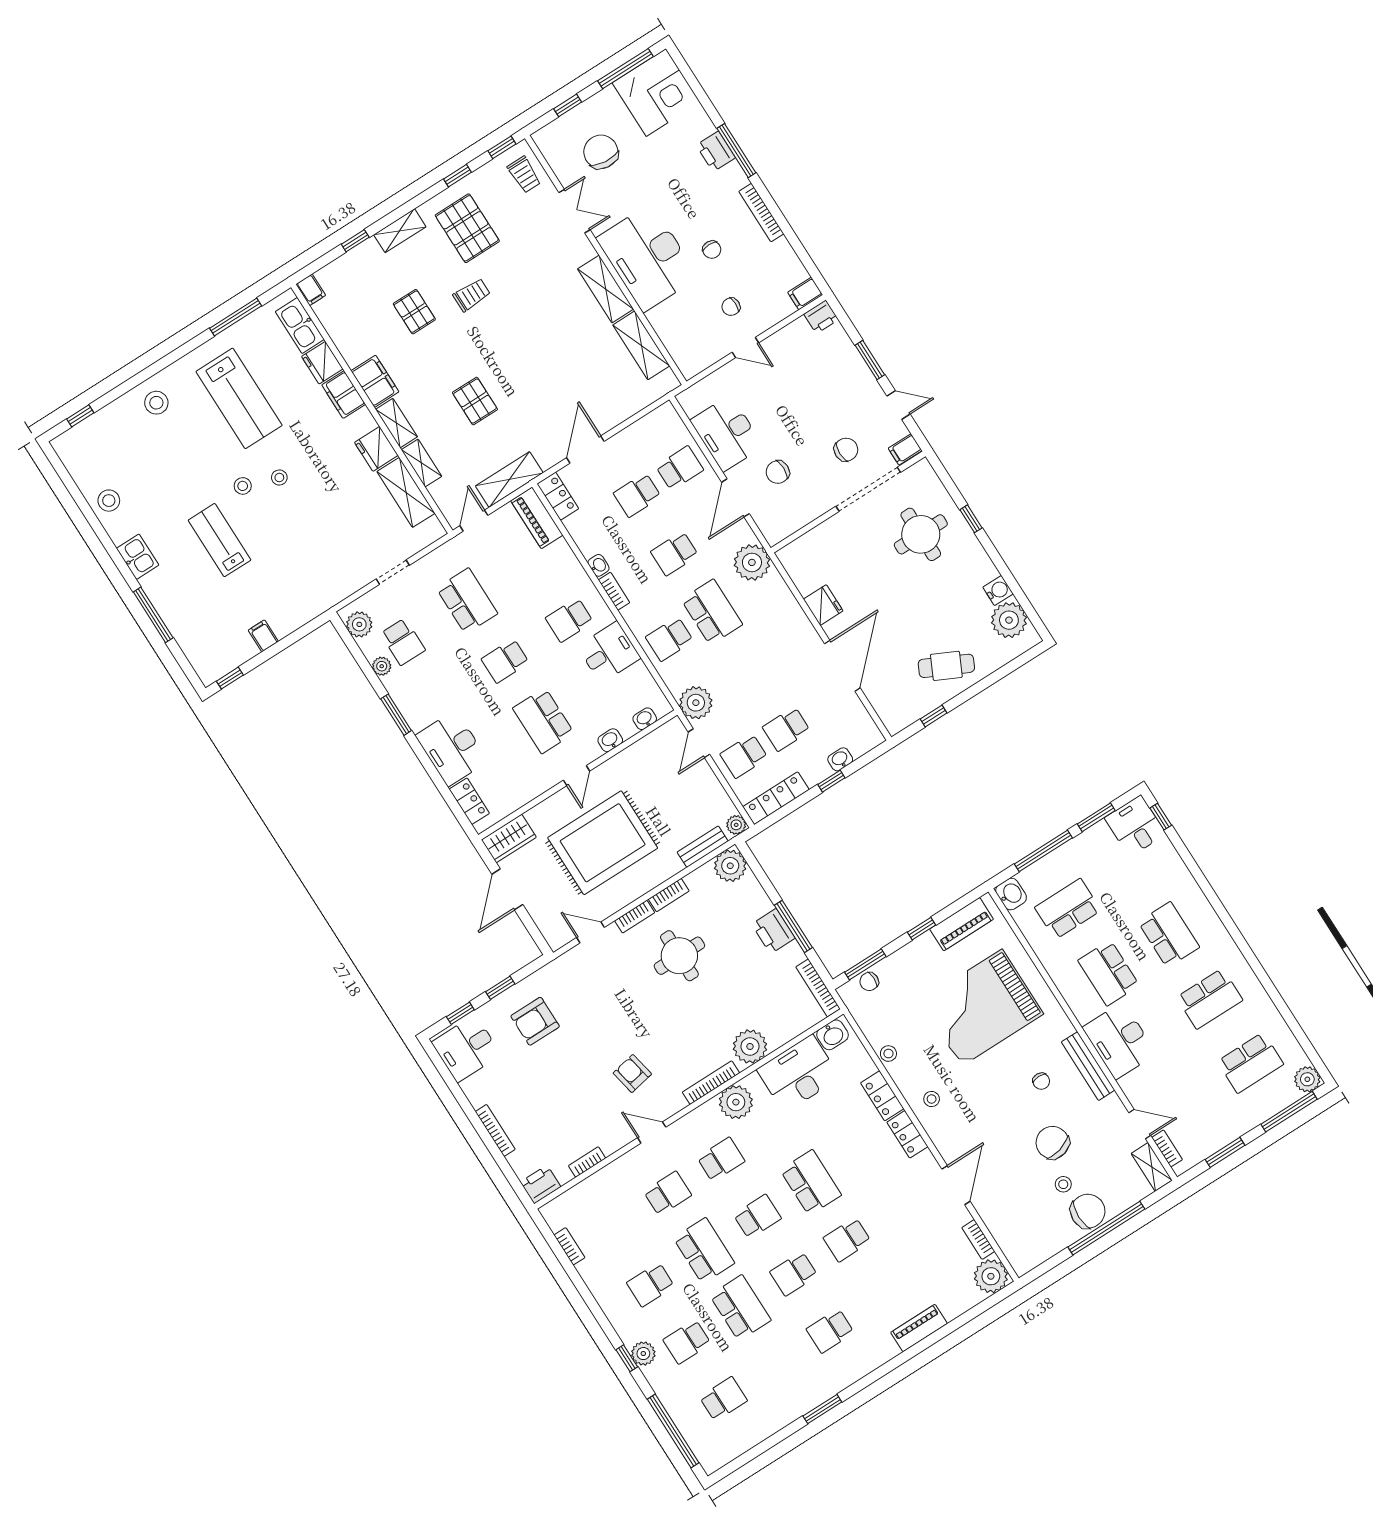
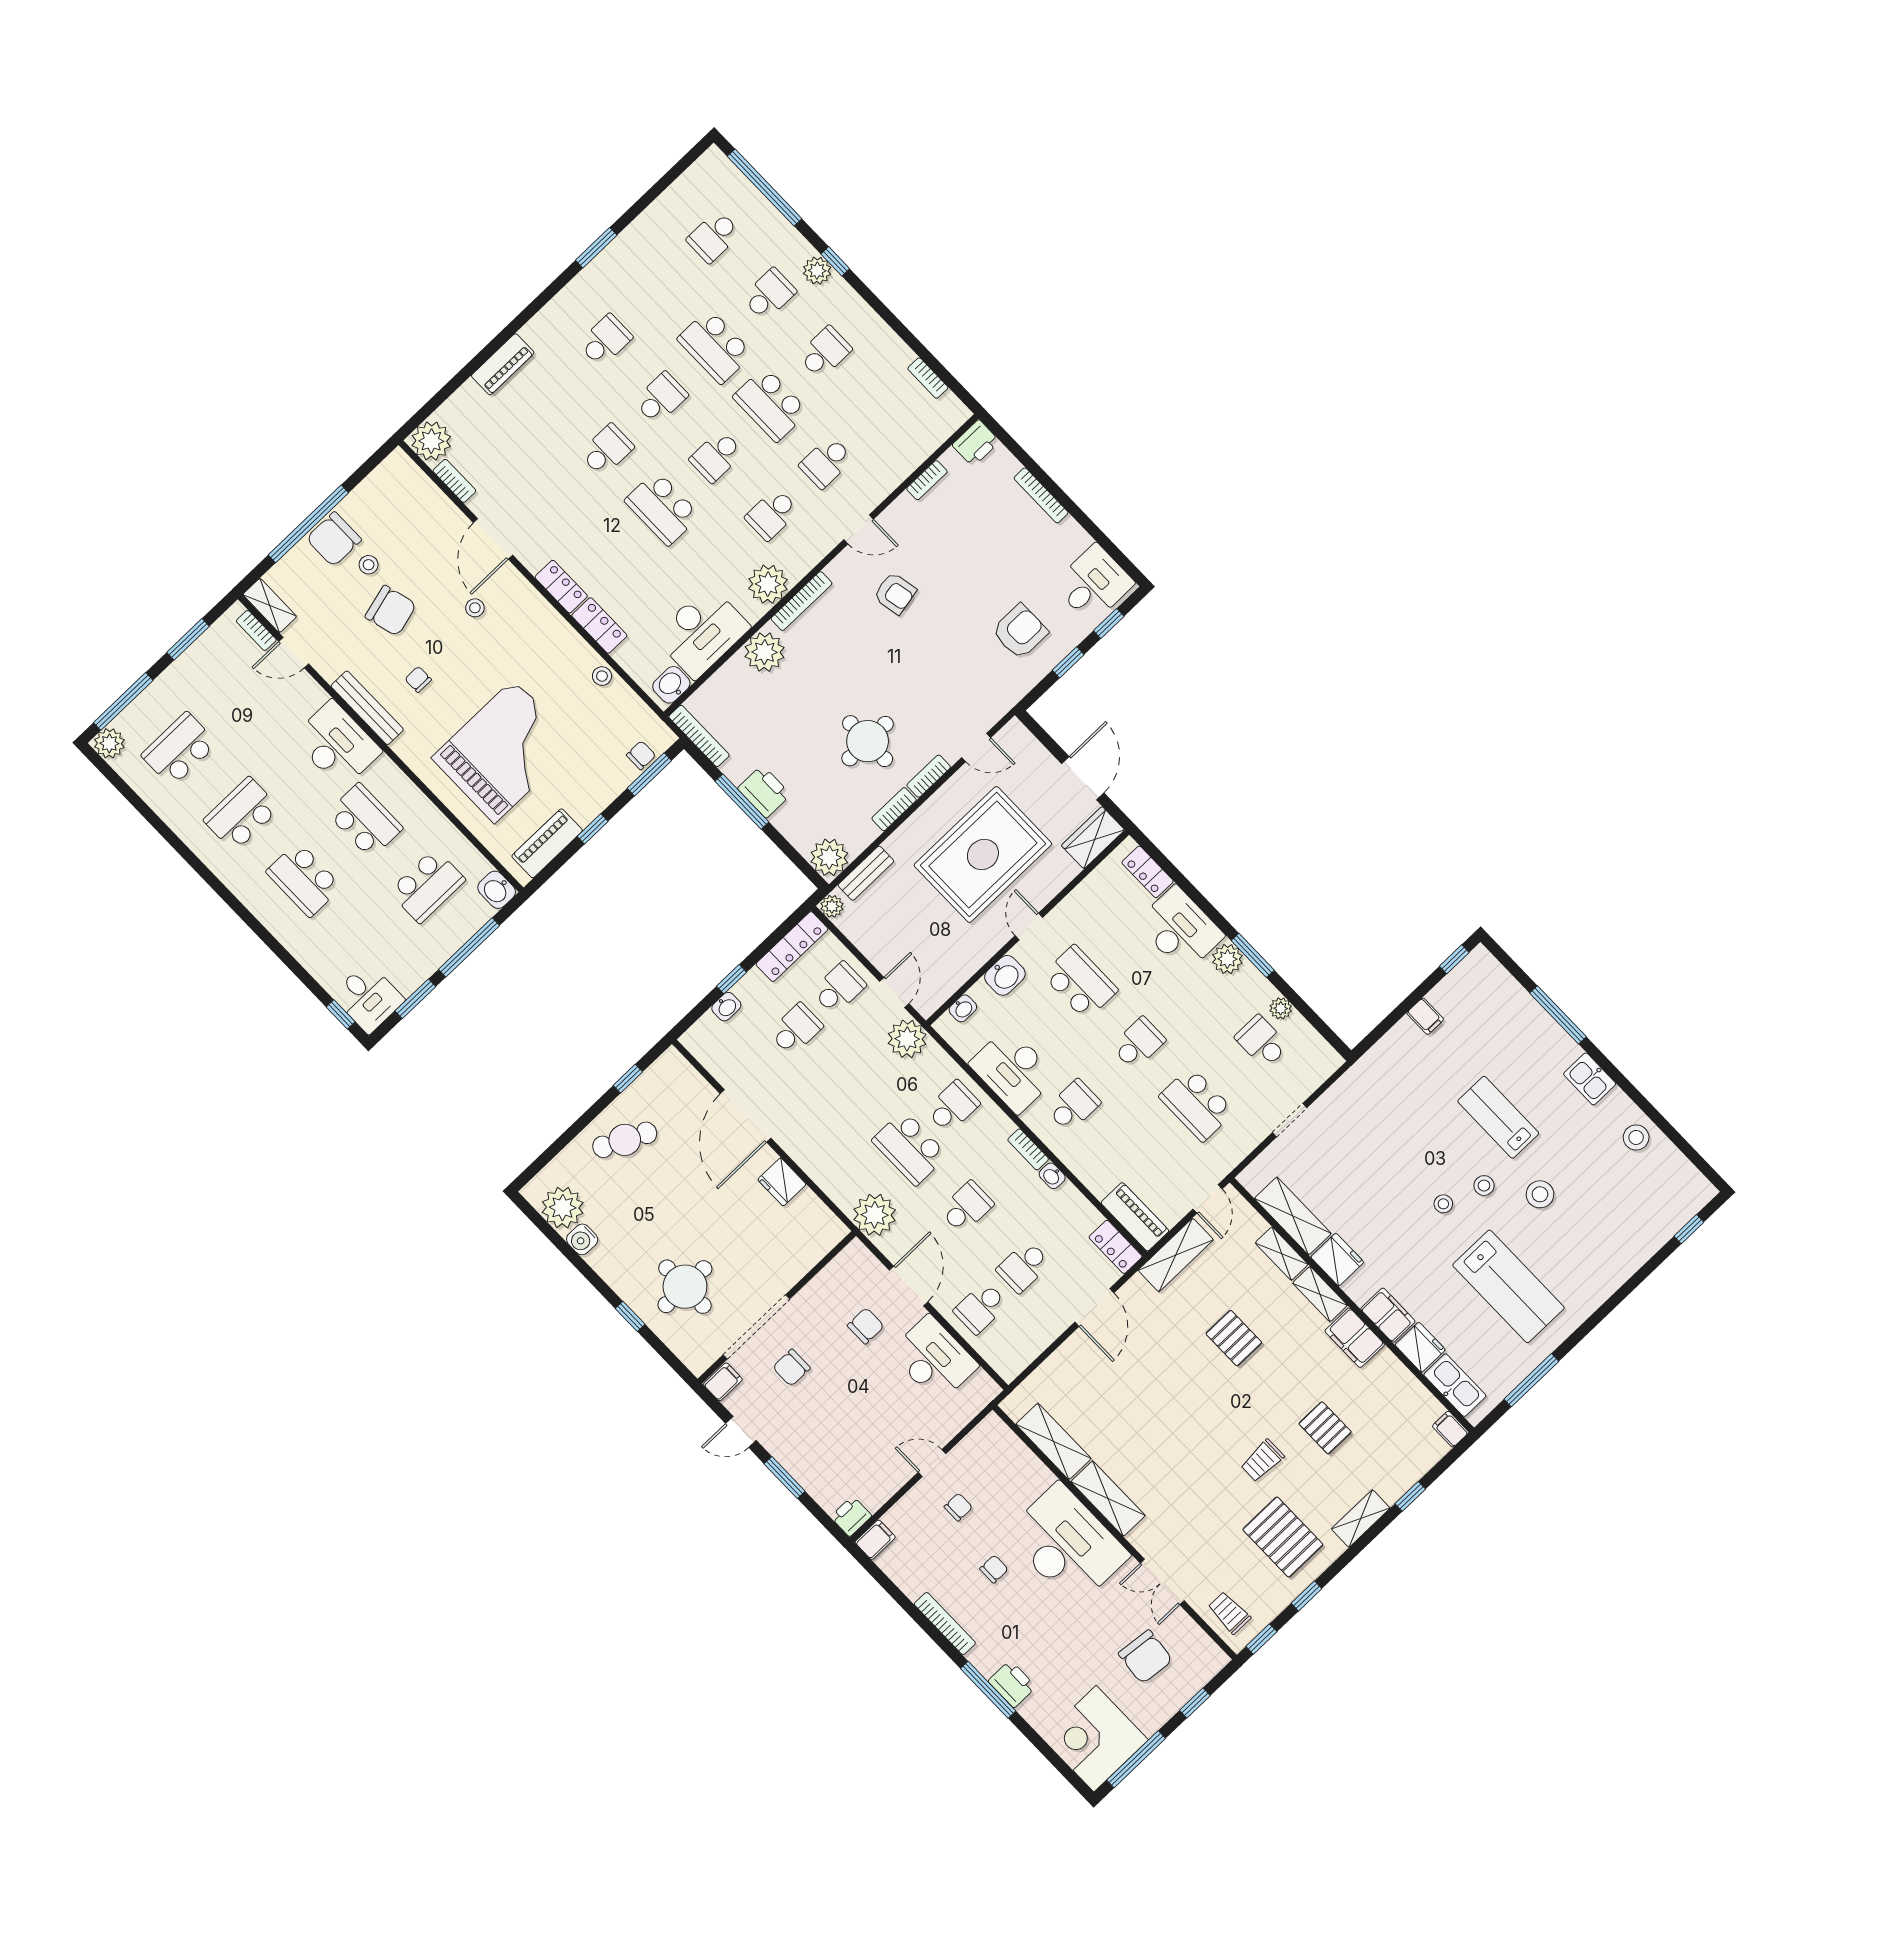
chair: (712, 250) -> (994, 1569), turned 90
lab bench: (239, 398) -> (1508, 1286), turned 180
stool: (156, 403) -> (1540, 1194), moved
school desk: (637, 495) -> (1023, 1267), turned 180
lab bench: (220, 540) -> (1498, 1117), turned 180
plant: (359, 624) -> (1227, 959), moved
desk: (609, 652) -> (1013, 1070), width x1.37
washbasin: (610, 740) -> (1005, 975), width x1.38, depth x1.45
stool: (932, 1099) -> (475, 608), moved

